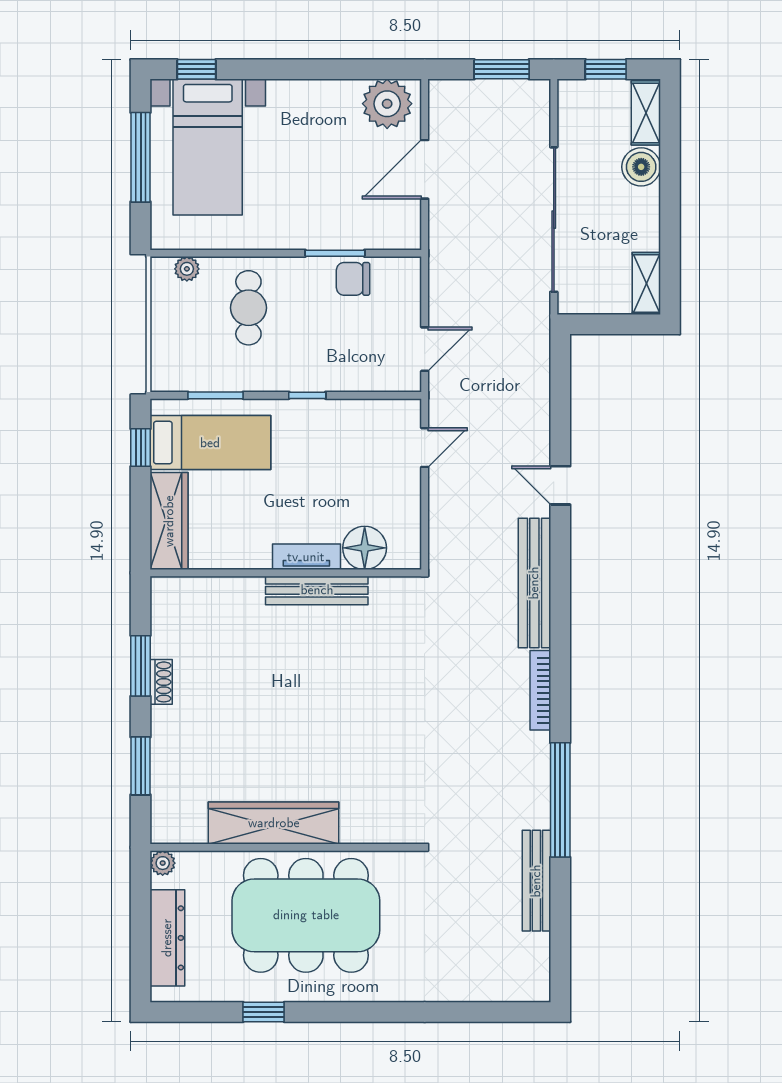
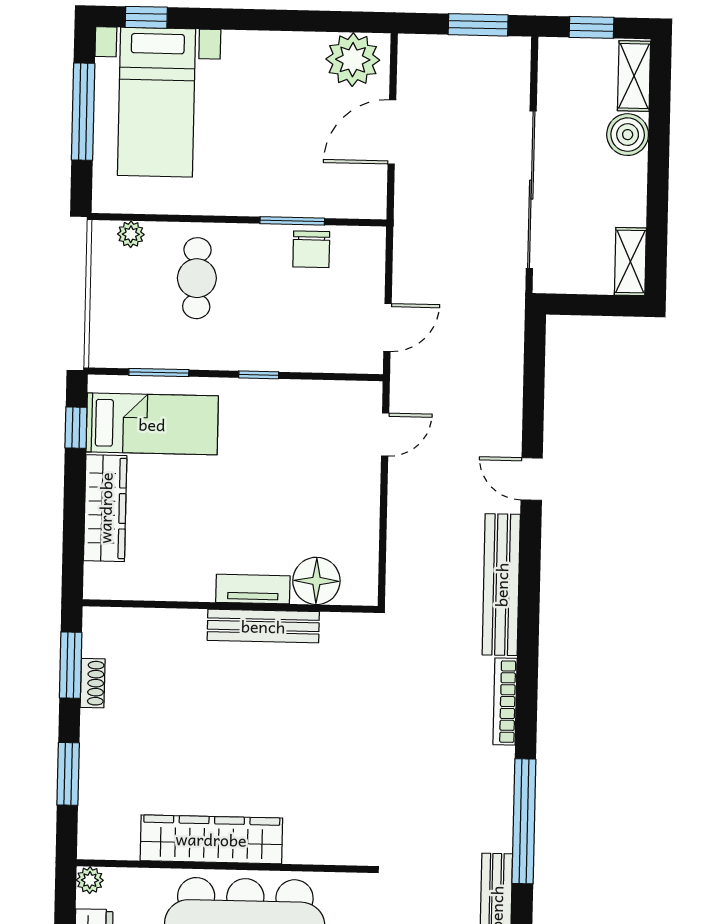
chair: (353, 279) -> (311, 249), turned -90
floor lamp: (365, 548) -> (316, 581), moved
tv unit: (306, 557) -> (253, 589), moved
wall: (286, 573) -> (230, 606), moved
bench: (317, 590) -> (263, 626), moved

